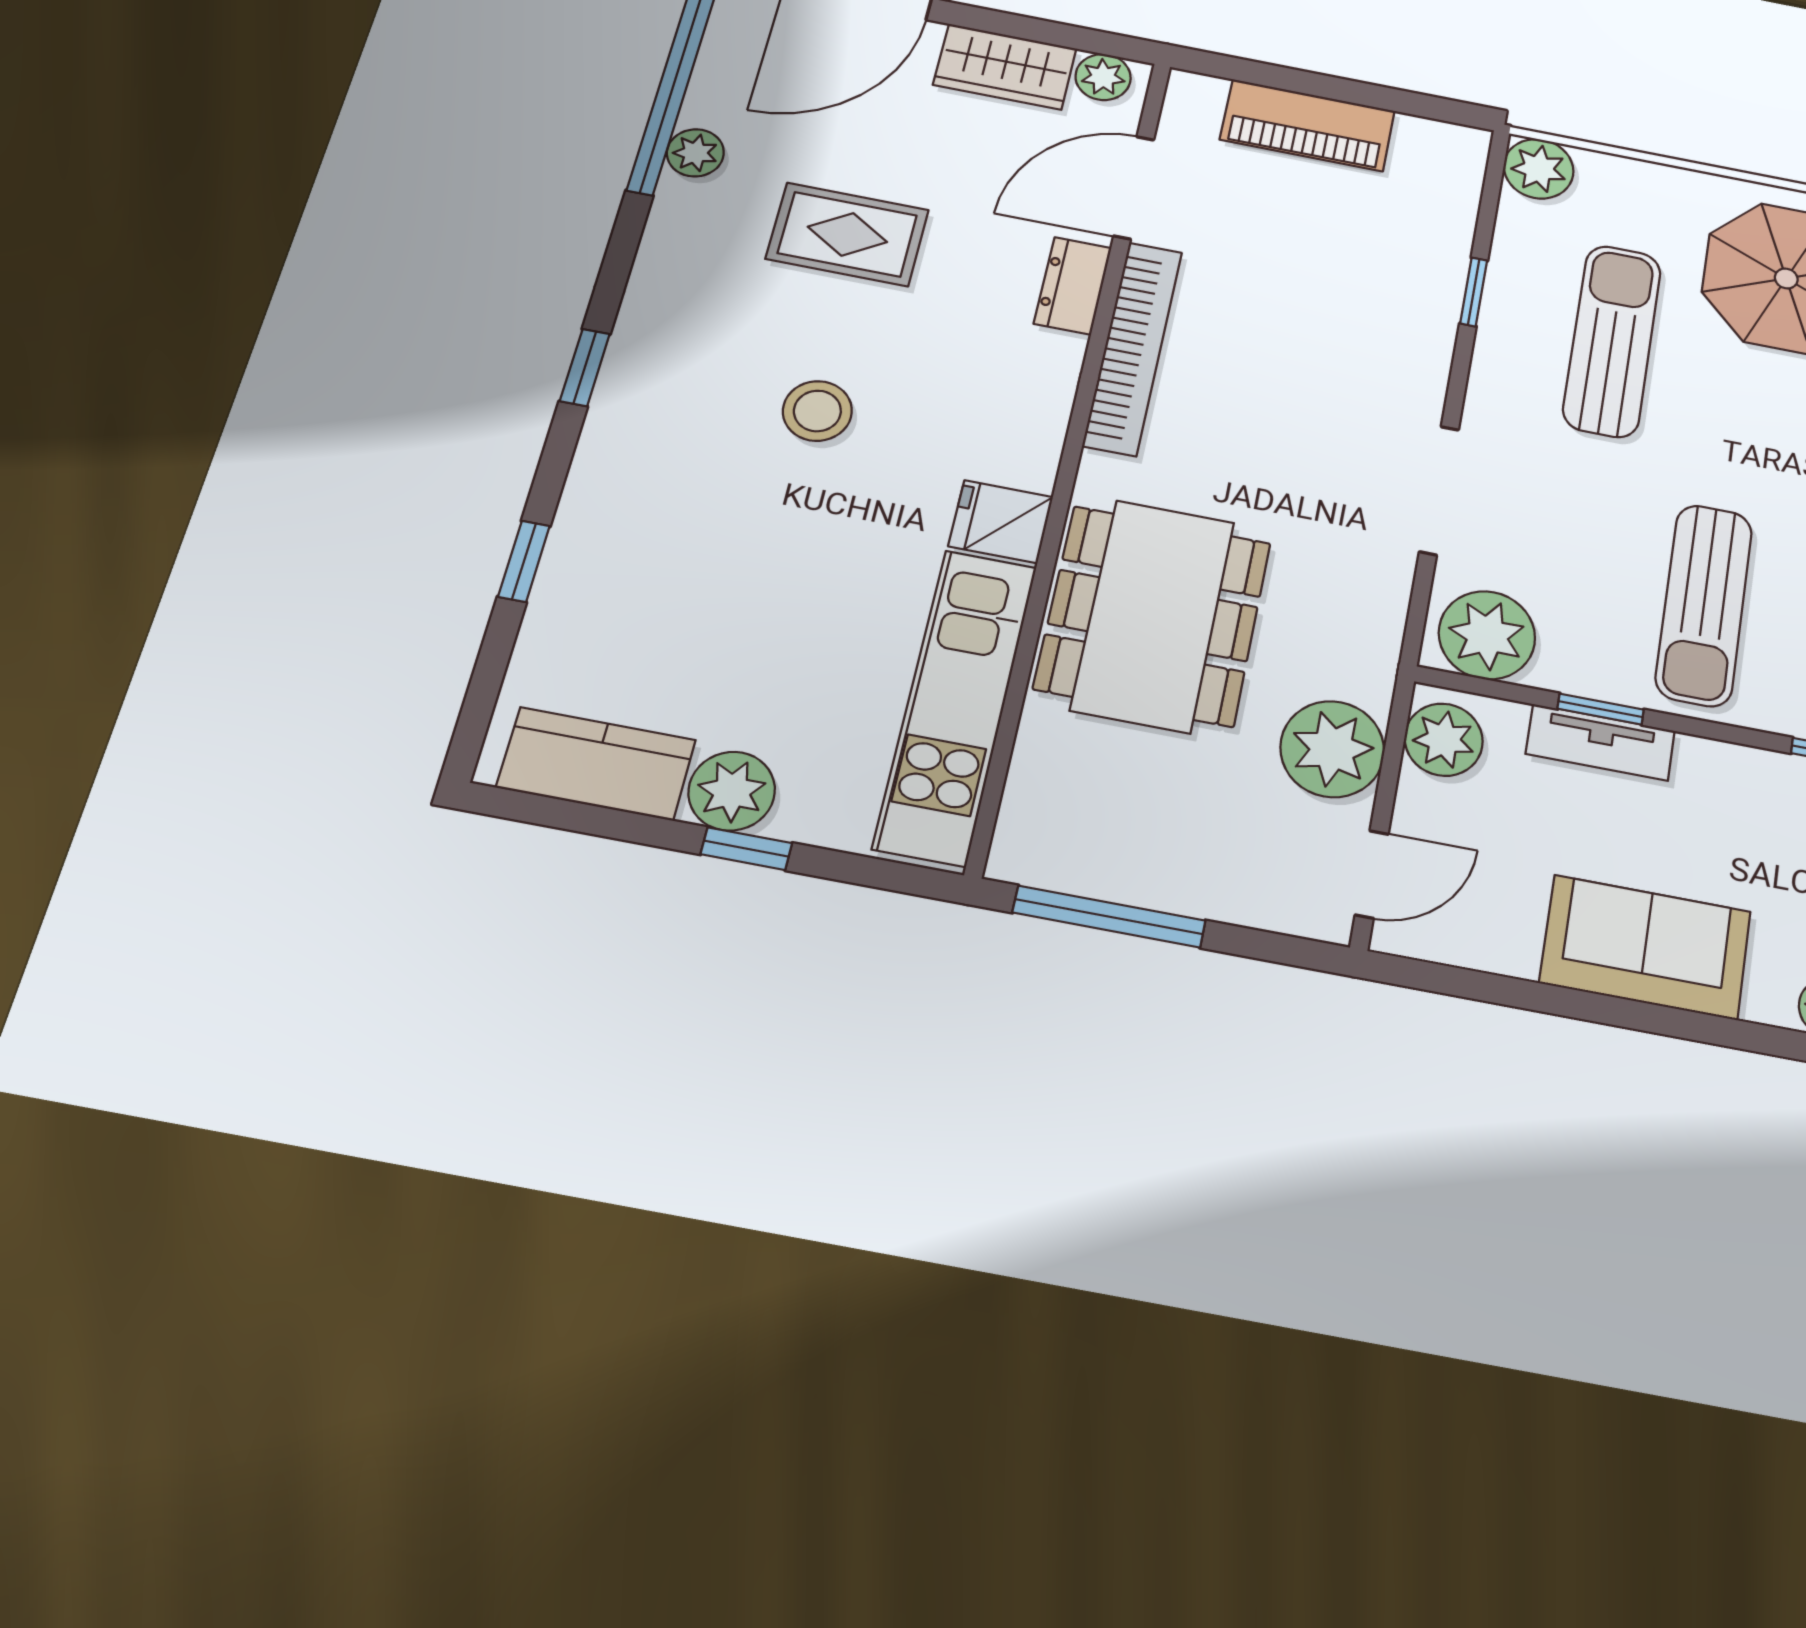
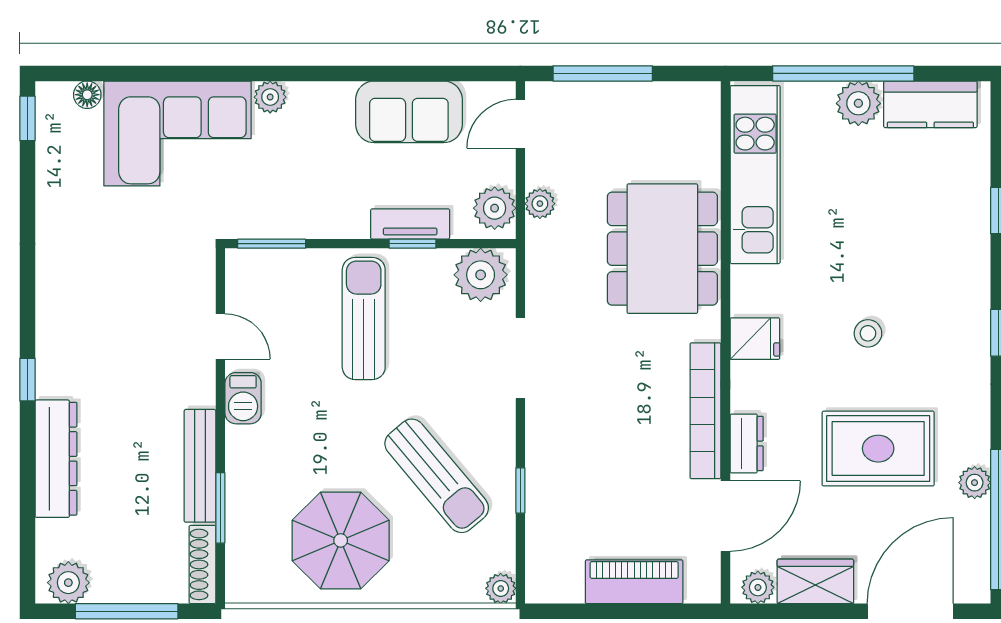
plant: (1539, 169) -> (501, 588), width x0.73, depth x0.73
rug: (847, 234) -> (878, 449), width x1.36, depth x1.43
sun lounger: (1612, 341) -> (437, 476), turned -40
stool: (817, 411) -> (868, 333), width x0.73, depth x0.73
fridge: (1001, 522) -> (755, 339), moved
plant: (1332, 749) -> (540, 204), width x0.53, depth x0.53
window: (746, 849) -> (843, 73), width x3.17
window: (1109, 917) -> (603, 73), moved
sofa: (1645, 947) -> (409, 112), moved

